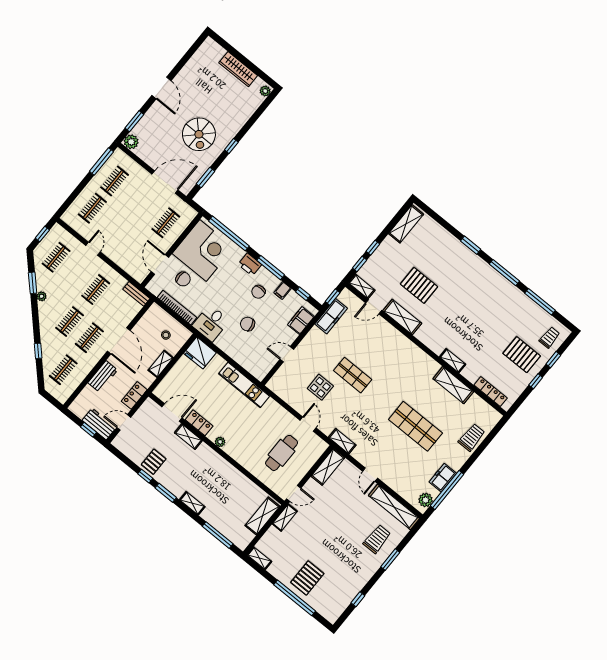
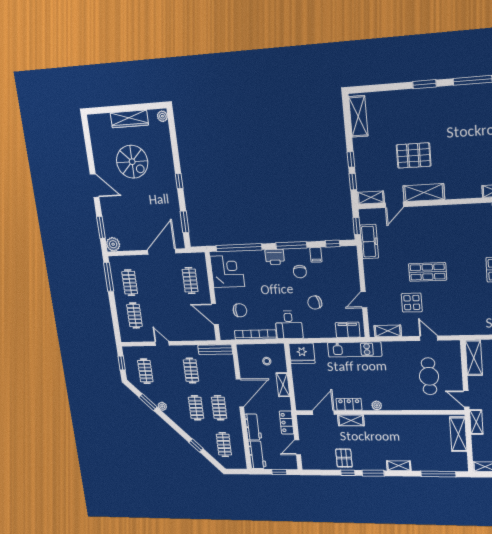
spiral stairs: (199, 134) -> (132, 162), moved
corner desk: (203, 250) -> (227, 271), width x0.74, depth x0.74
bench: (136, 294) -> (215, 350), width x1.36
filing cabinet: (301, 321) -> (348, 330), moved, turned 90
door: (119, 341) -> (240, 393), hinge flipped
workbench: (99, 424) -> (257, 455), moved, turned 90
shelving: (342, 441) -> (388, 331), moved
door: (294, 493) -> (466, 399), swing flipped

